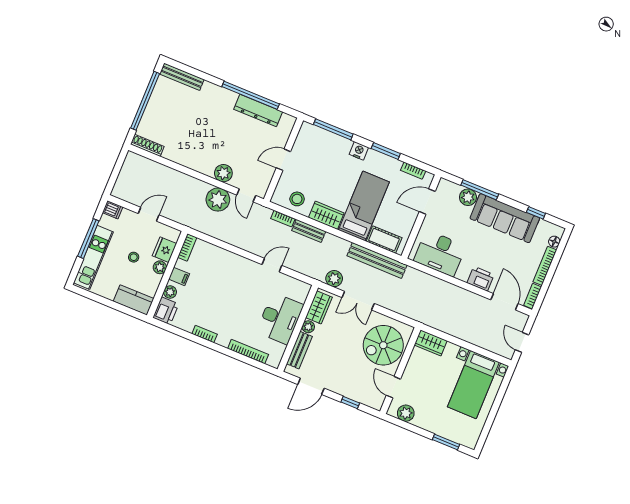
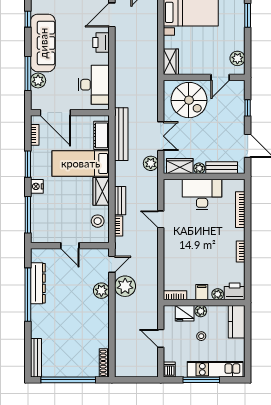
door: (427, 202) -> (55, 113), width x1.36

